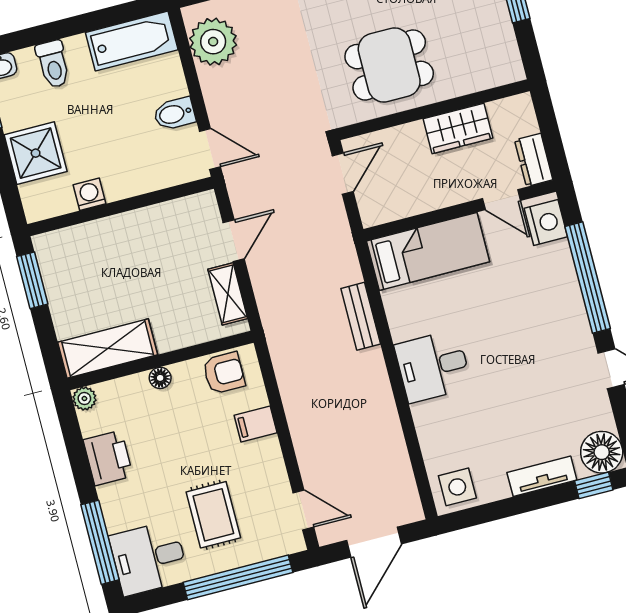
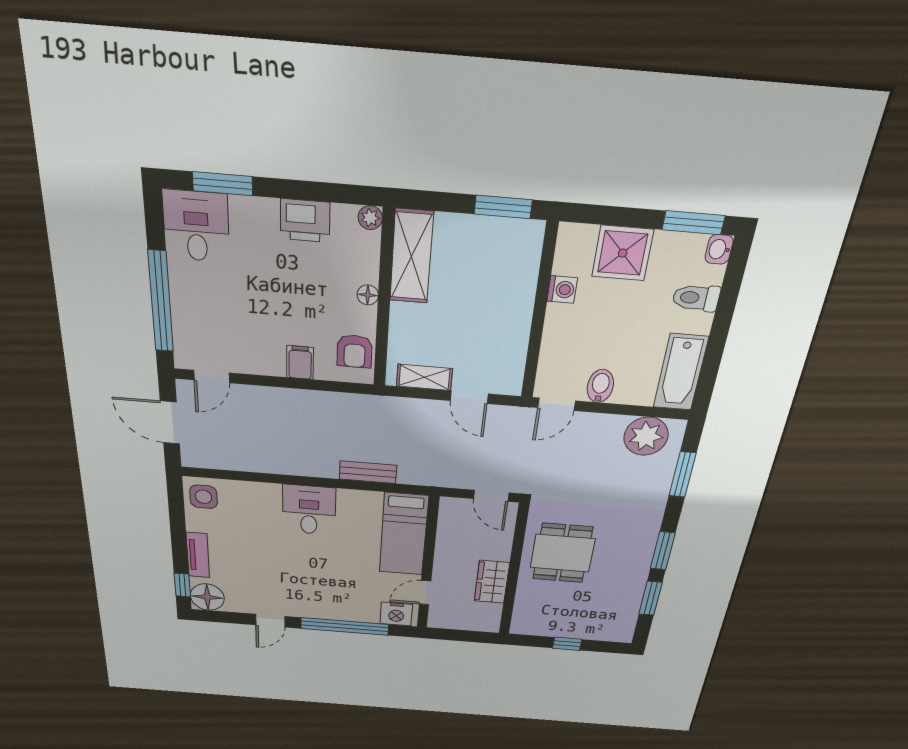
dresser: (534, 160) -> (447, 620), removed
rug: (213, 515) -> (225, 299), removed
window: (100, 542) -> (223, 184), width x0.69

